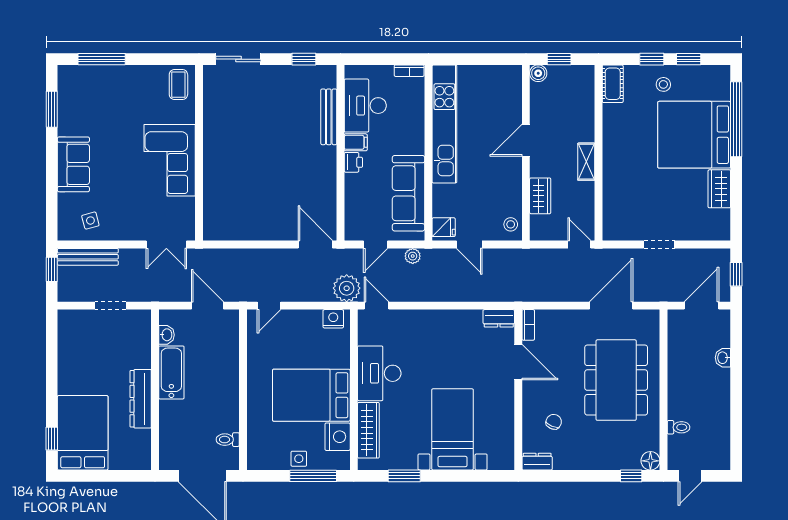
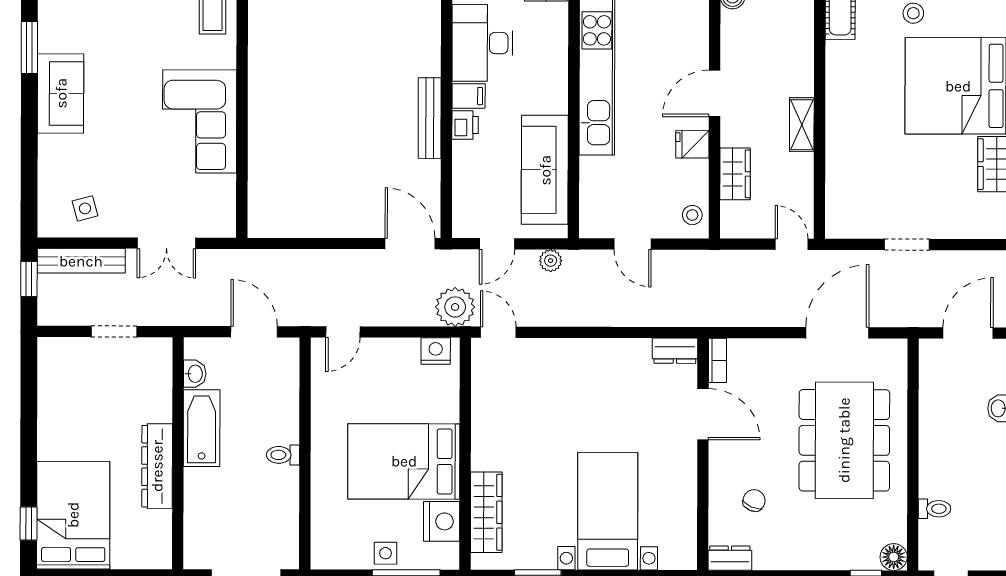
bench: (329, 117) -> (430, 118), moved
sofa: (73, 164) -> (61, 93), moved
fridge: (444, 227) -> (692, 144), moved, turned 180
double door: (166, 244) -> (166, 243), moved
desk: (379, 373) -> (502, 430), removed
toilet: (228, 440) -> (283, 455), moved

